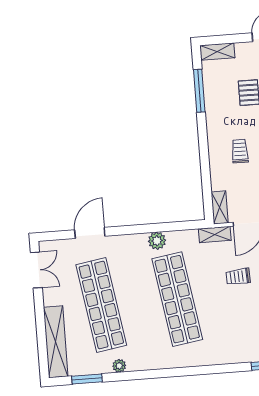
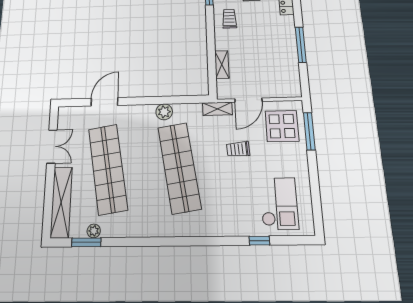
trolley: (240, 151) -> (229, 19), moved
shelving: (220, 207) -> (222, 64), moved
double door: (36, 270) -> (52, 146), moved
plant: (119, 366) -> (94, 231), moved

